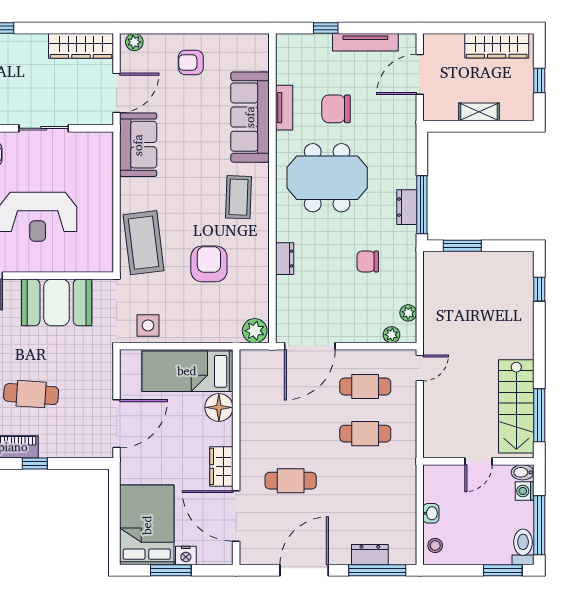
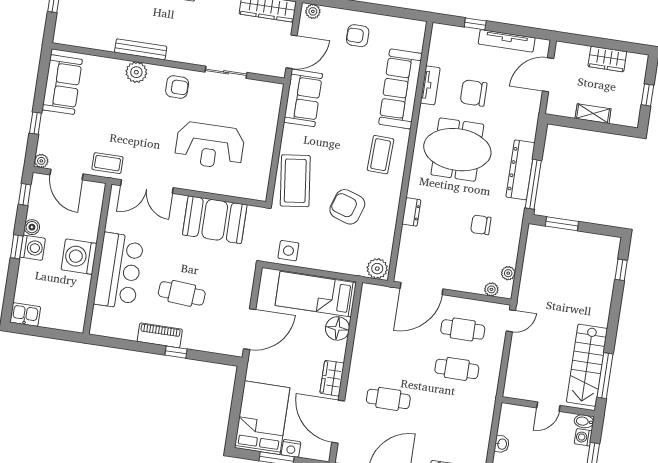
wardrobe: (497, 46) -> (607, 59), width x0.67
dresser: (407, 207) -> (520, 170), width x1.96, depth x1.24
armchair: (209, 264) -> (347, 207), turned -72

